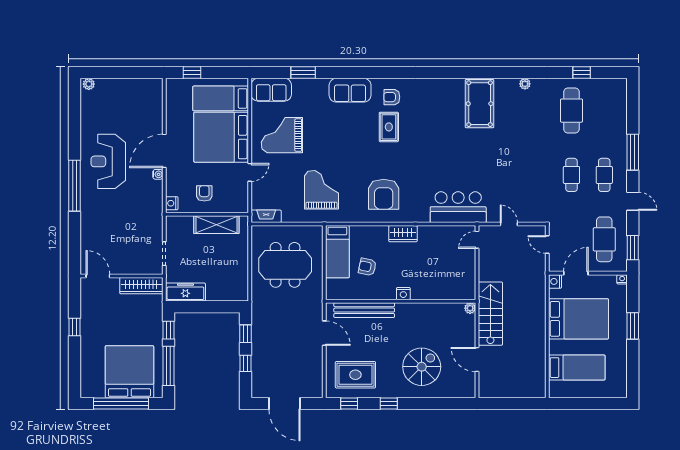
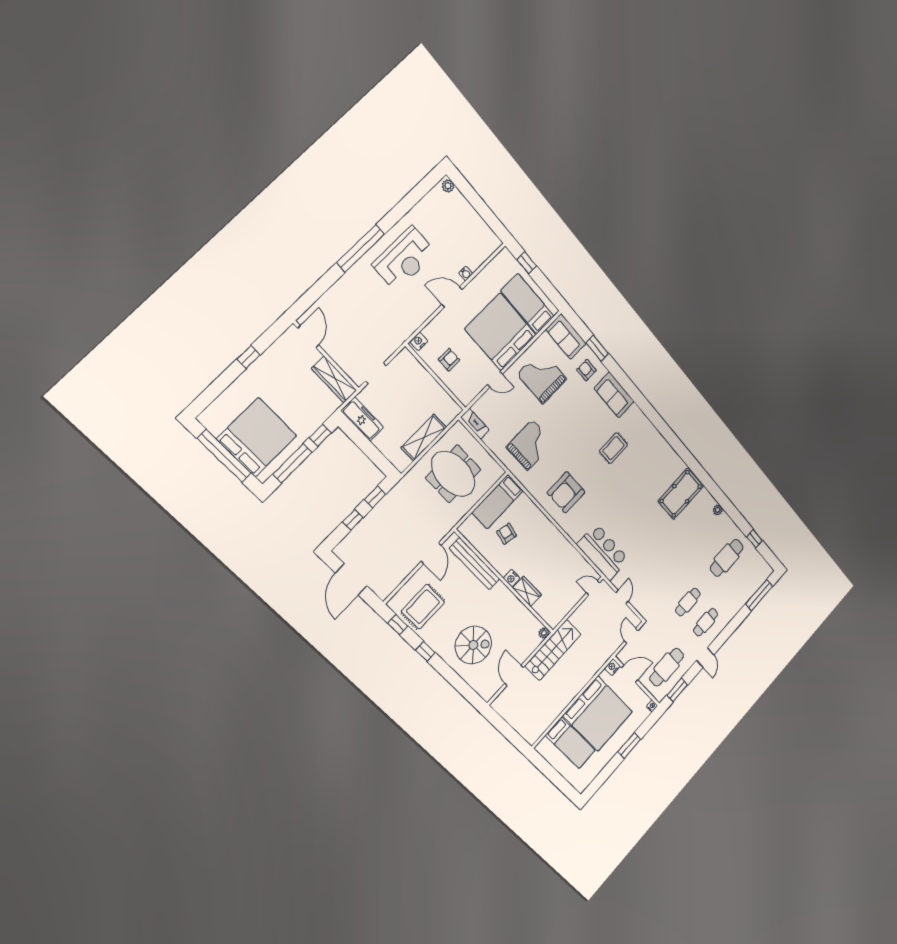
armchair: (392, 97) -> (586, 370), moved
door: (164, 151) -> (452, 297), width x0.73
window: (633, 152) -> (759, 595), moved
reception desk: (108, 161) -> (404, 259), turned 180
water cooler: (158, 174) -> (466, 274), moved
shelving: (216, 225) -> (424, 438), moved, turned 90
wardrobe: (403, 234) -> (527, 591), moved, turned 180
bed: (579, 319) -> (598, 714), width x1.36
rug: (355, 375) -> (423, 607), turned 90

